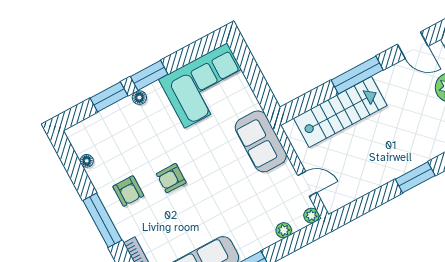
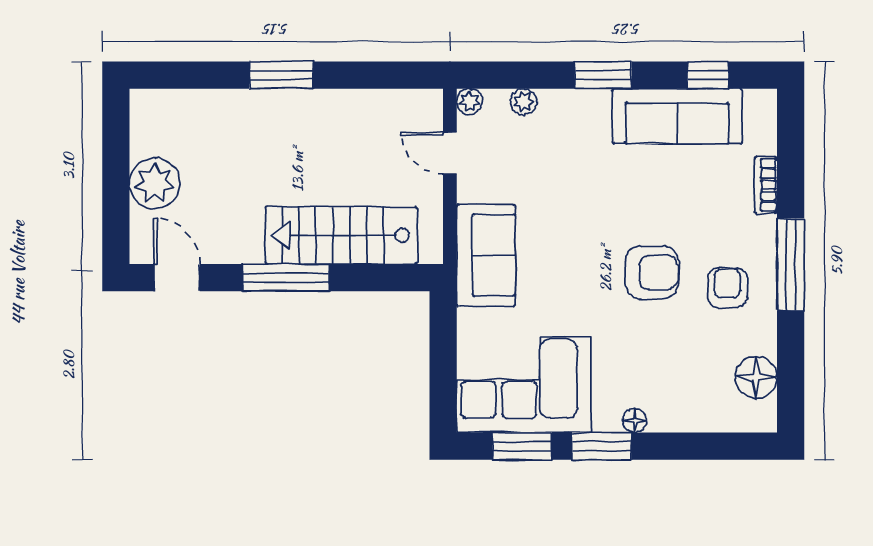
window: (109, 97) -> (522, 446), moved
floor lamp: (87, 161) -> (756, 377), width x1.89, depth x1.89
armchair: (171, 178) -> (652, 272), width x1.38, depth x1.38

